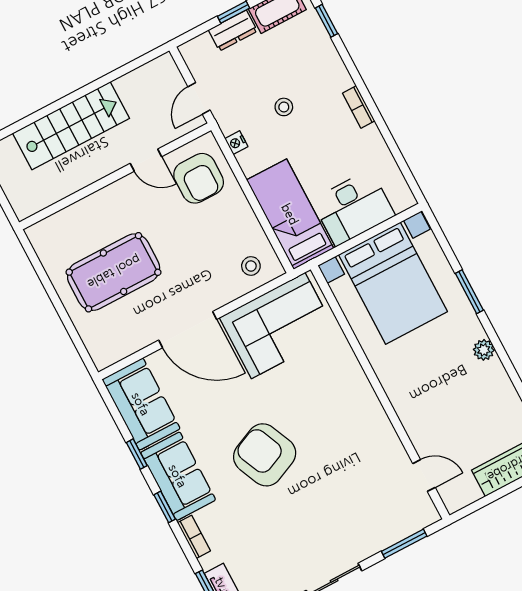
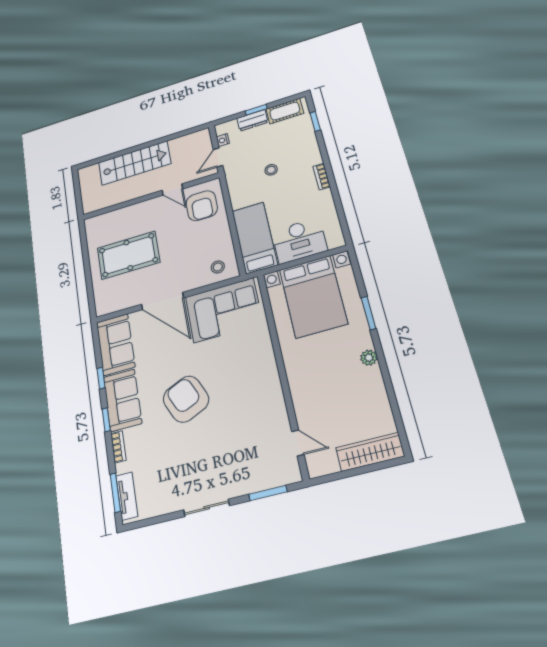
nightstand: (236, 143) -> (223, 140), moved

